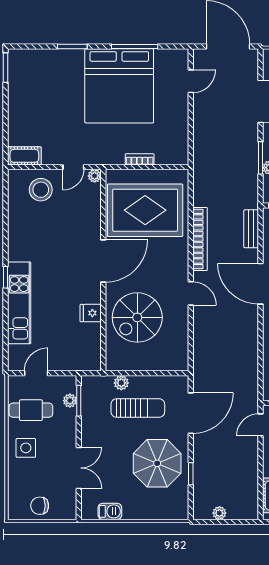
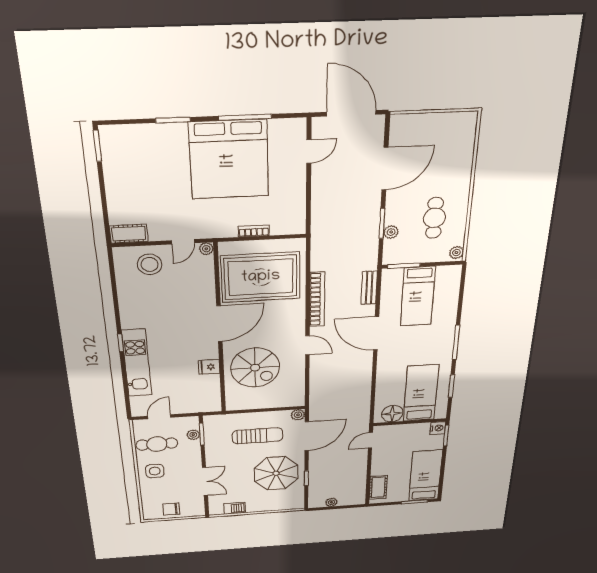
spiral stairs: (137, 317) -> (255, 368), turned -90
plant: (121, 383) -> (298, 415), moved

